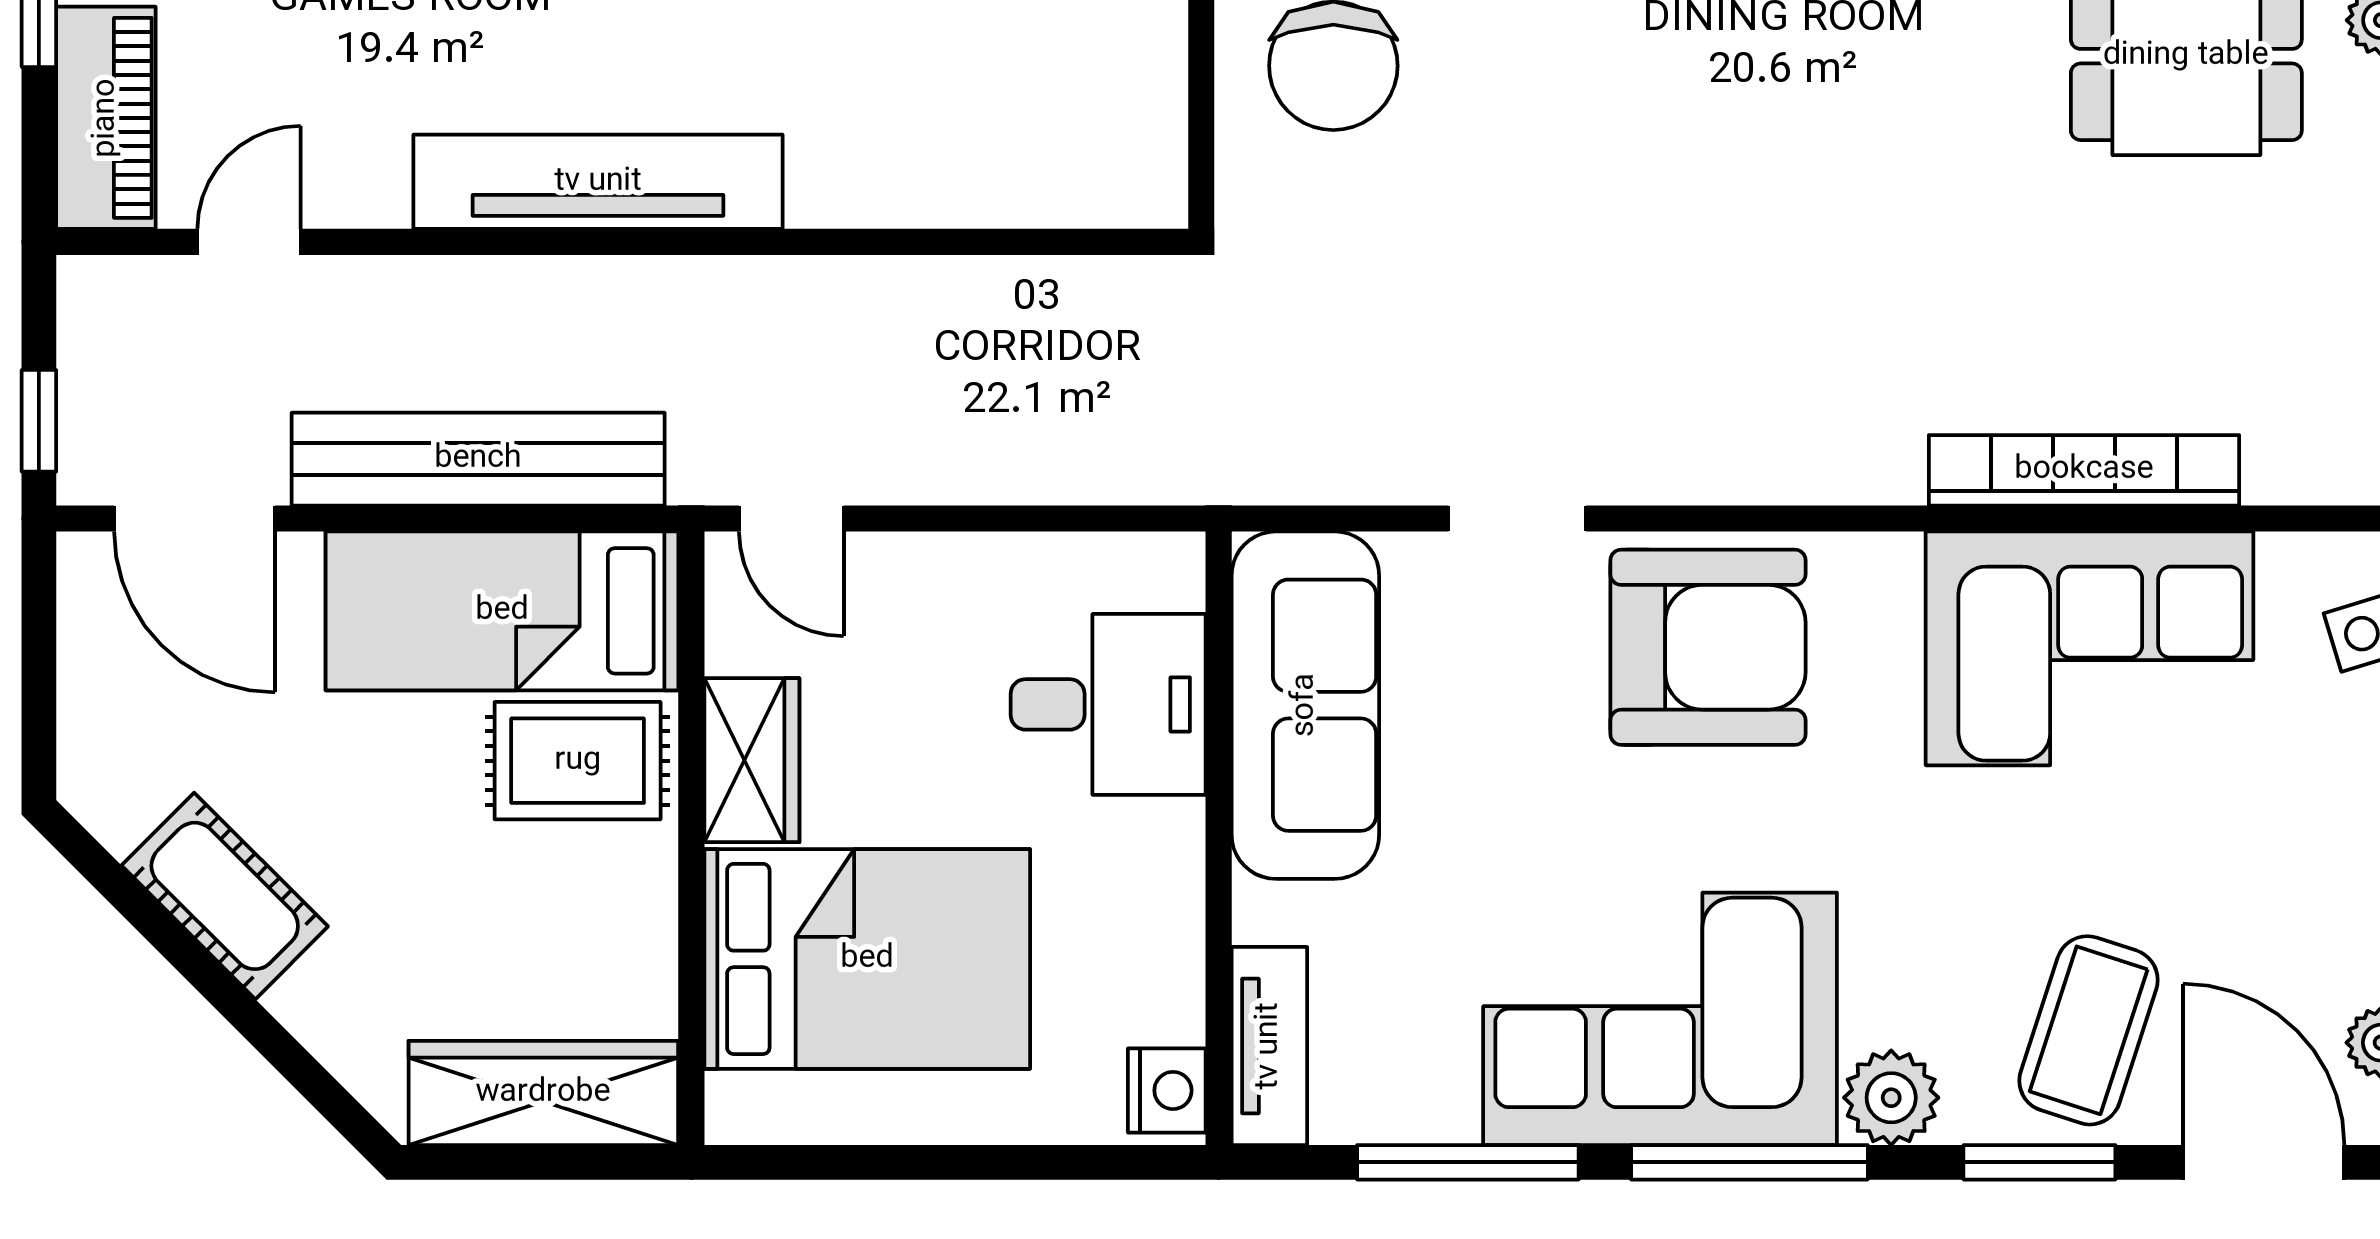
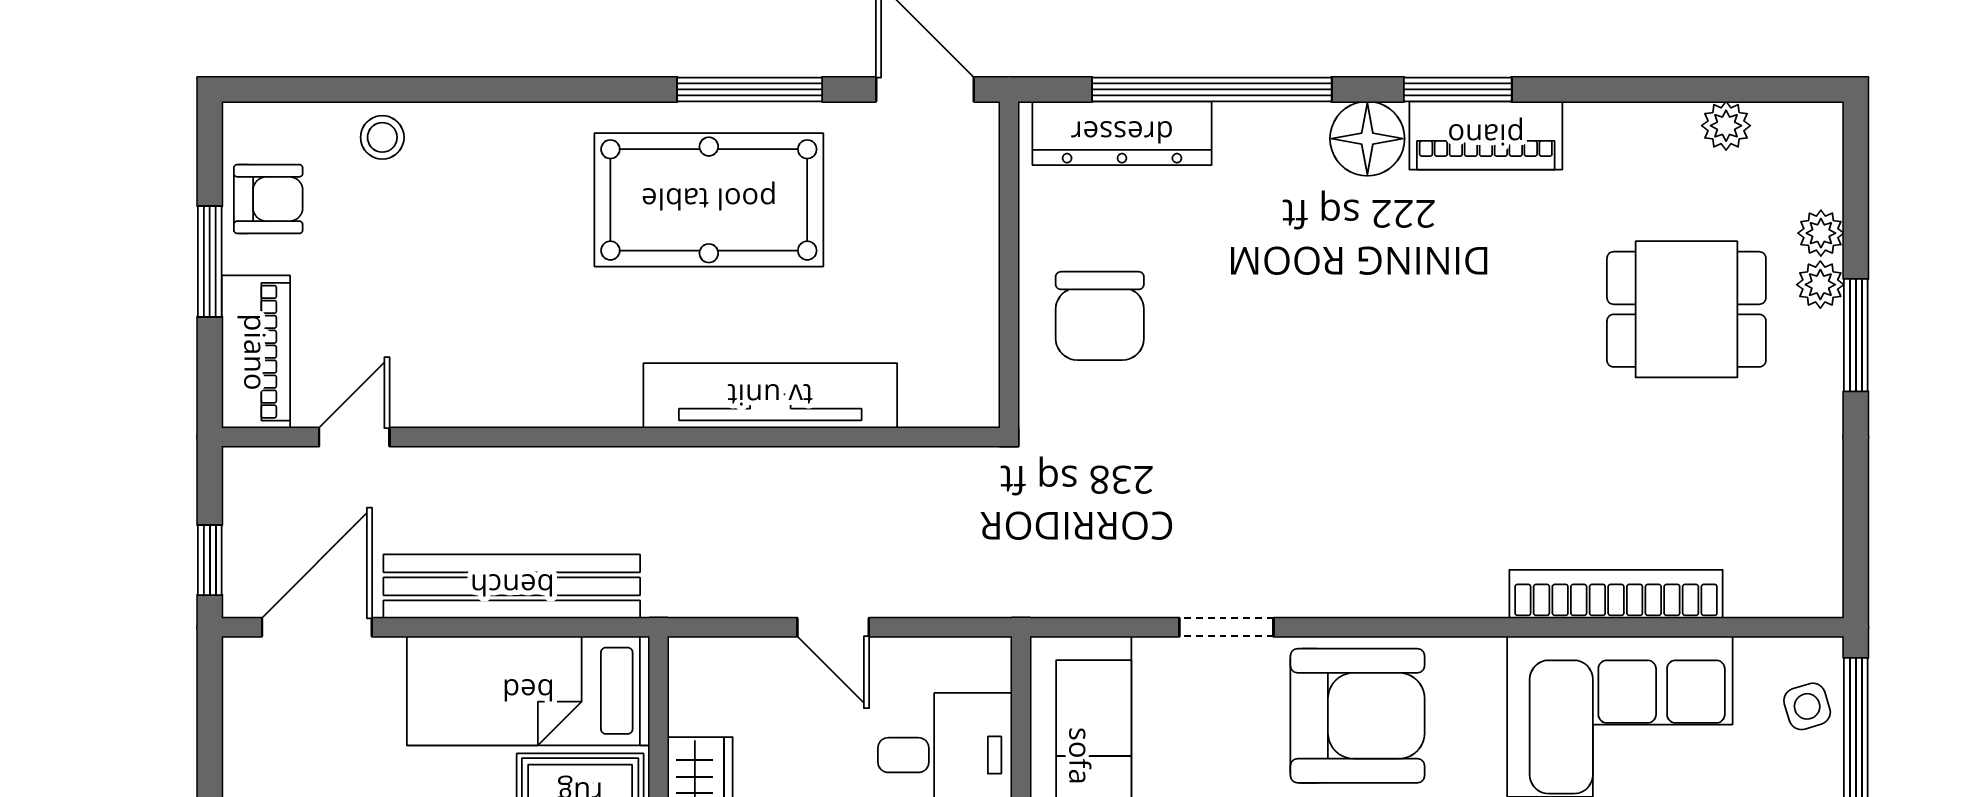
tv unit: (598, 182) -> (770, 396), moved
door: (195, 519) -> (317, 627), swing flipped
door: (791, 519) -> (833, 627), moved

